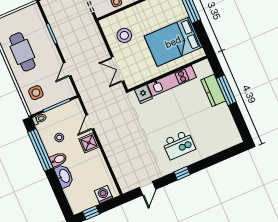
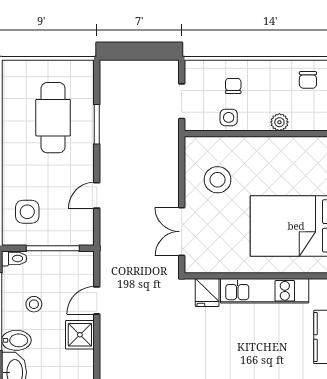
cafe table: (22, 52) -> (53, 118), moved

